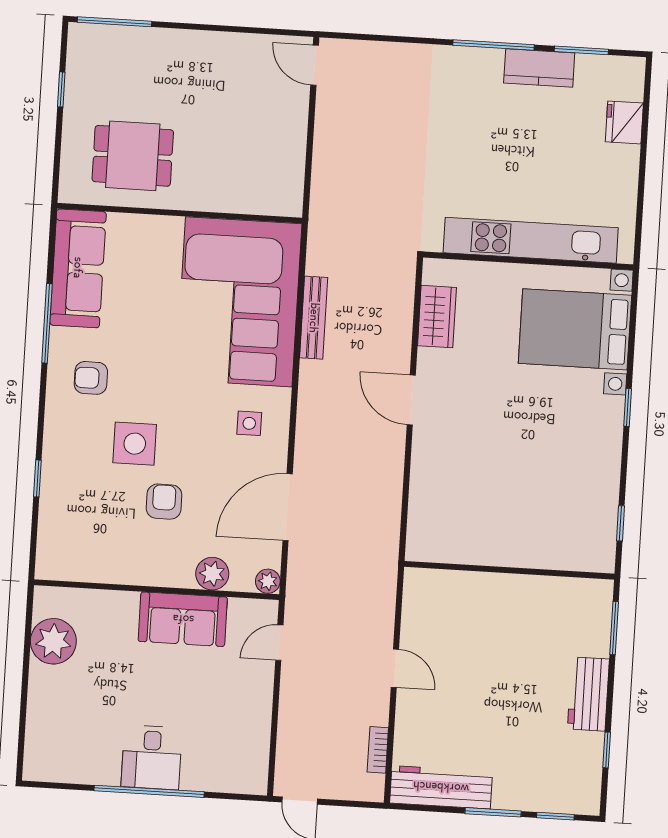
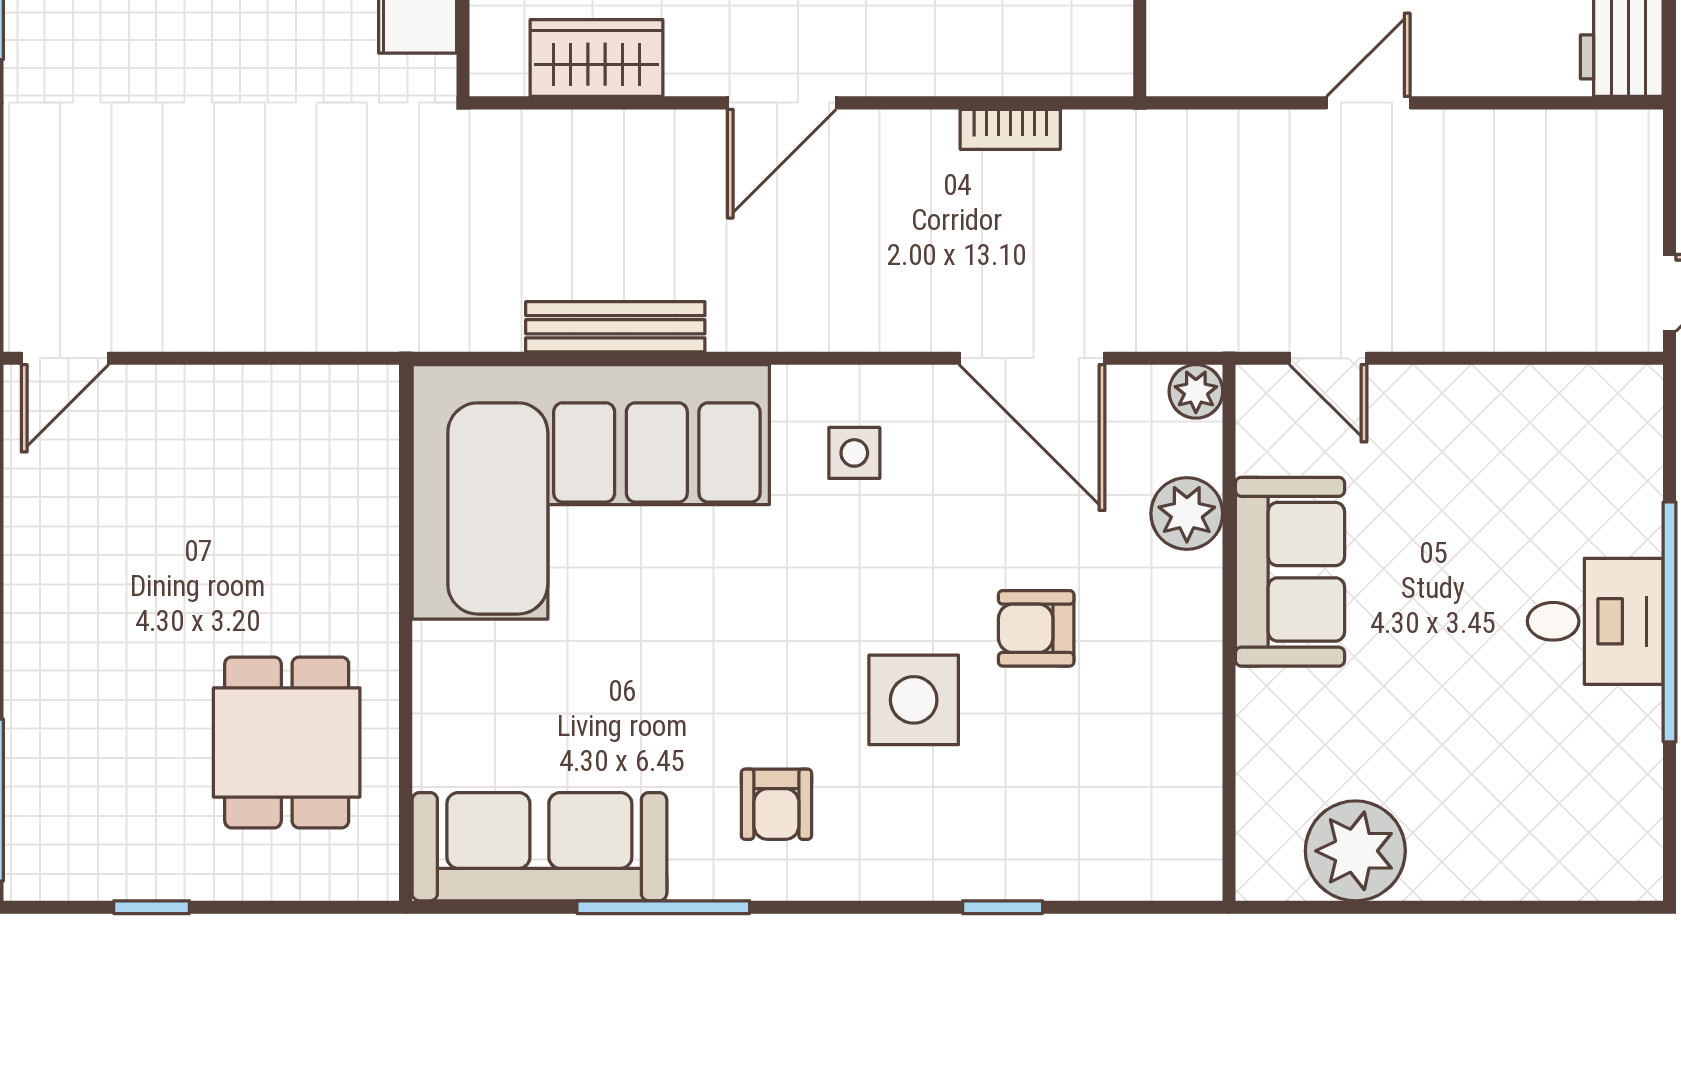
bookcase: (378, 750) -> (1010, 129), moved

